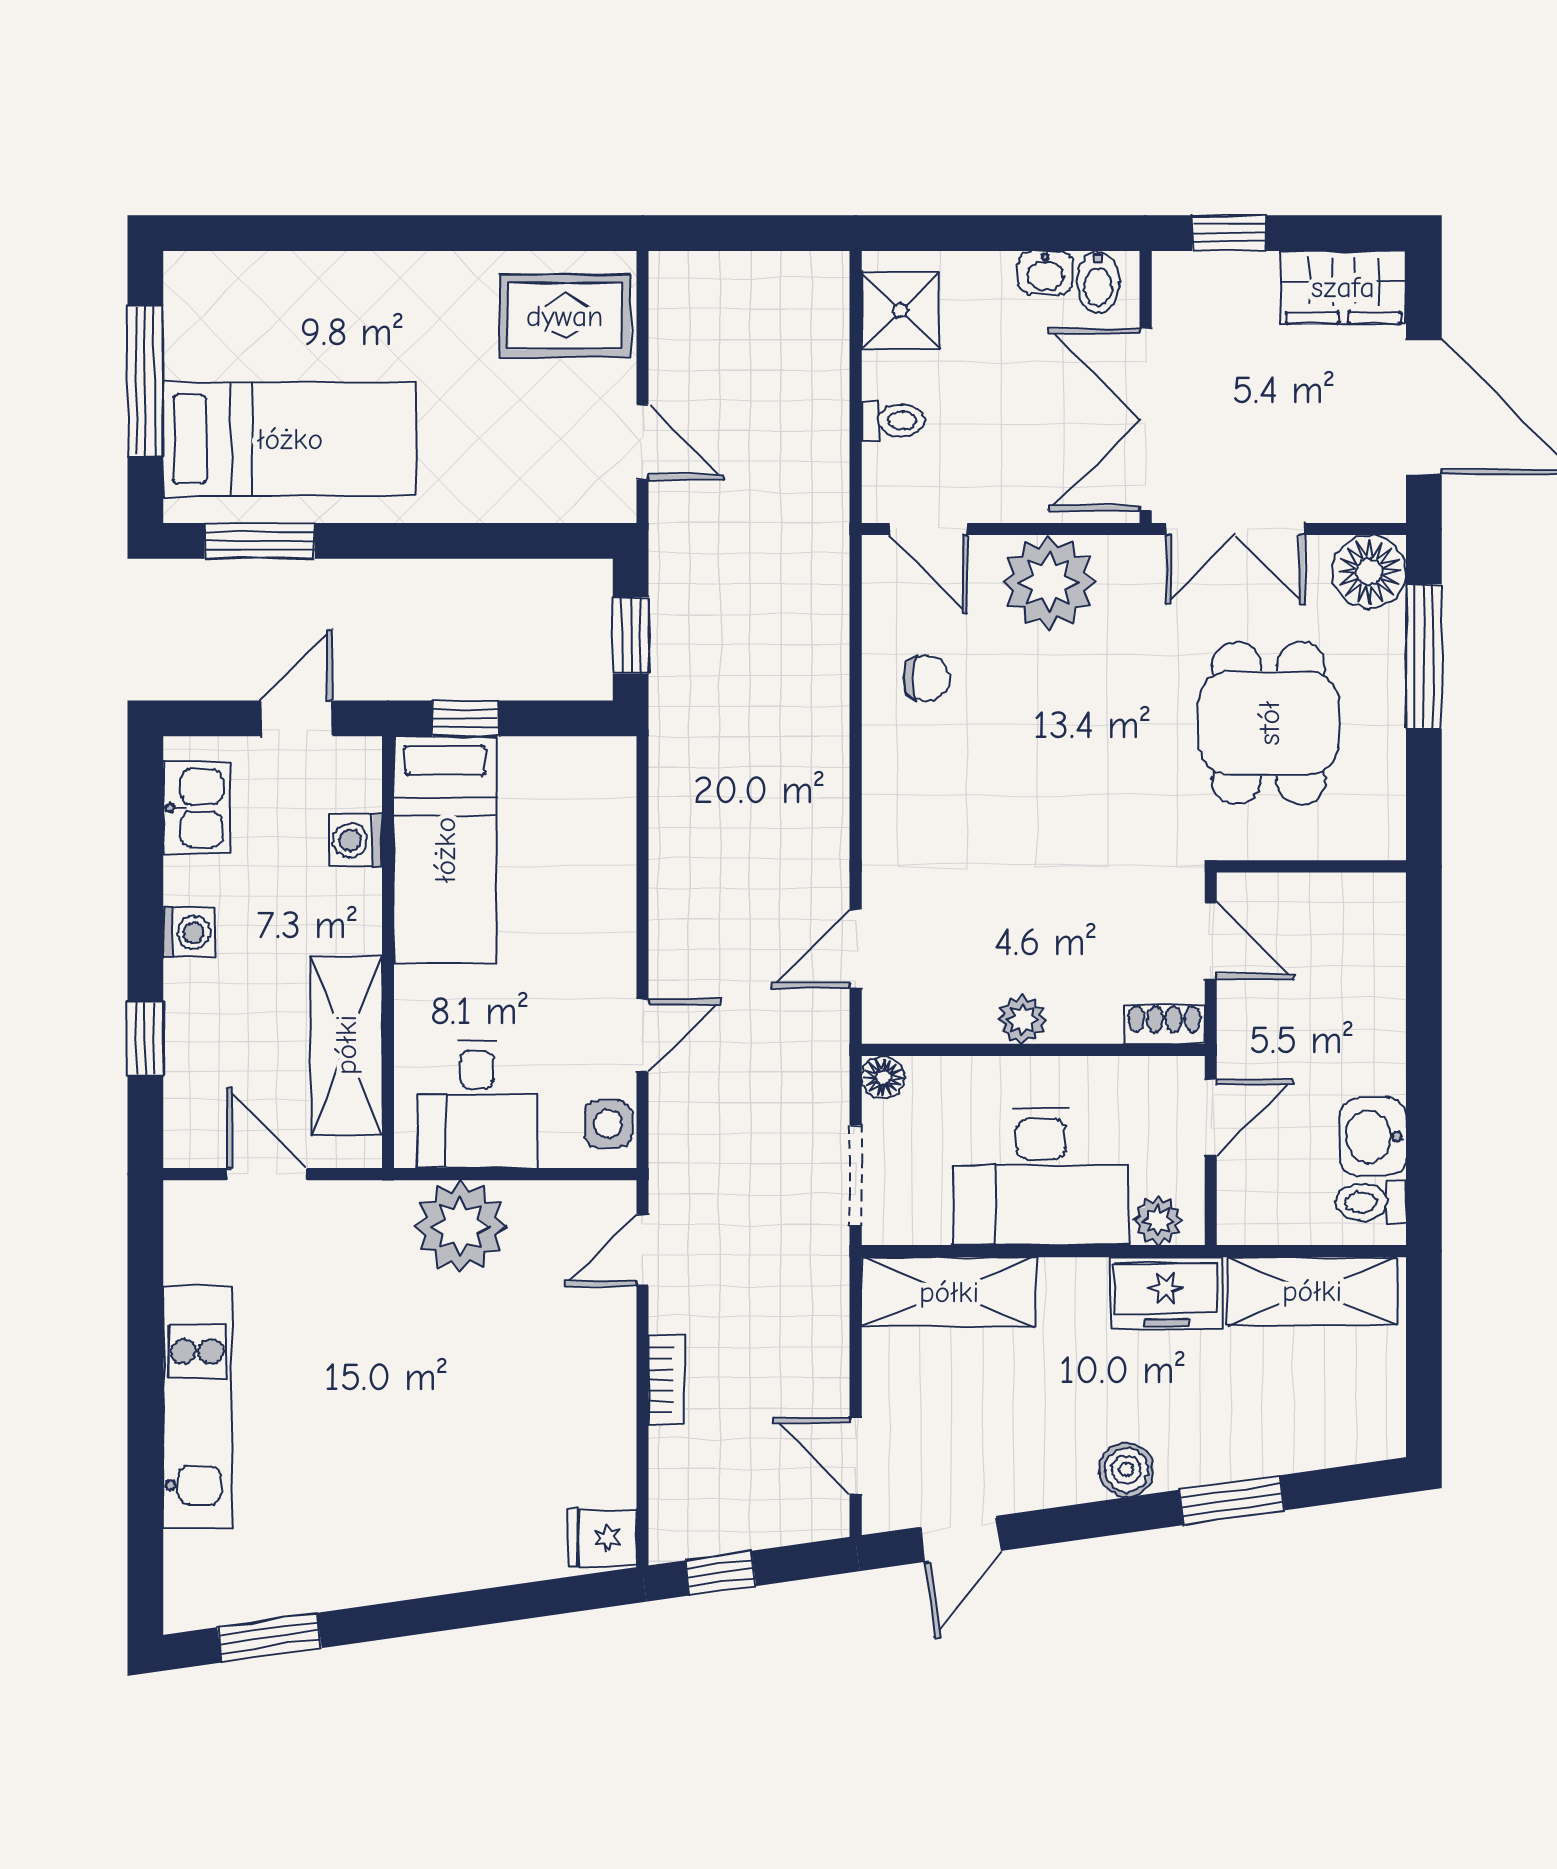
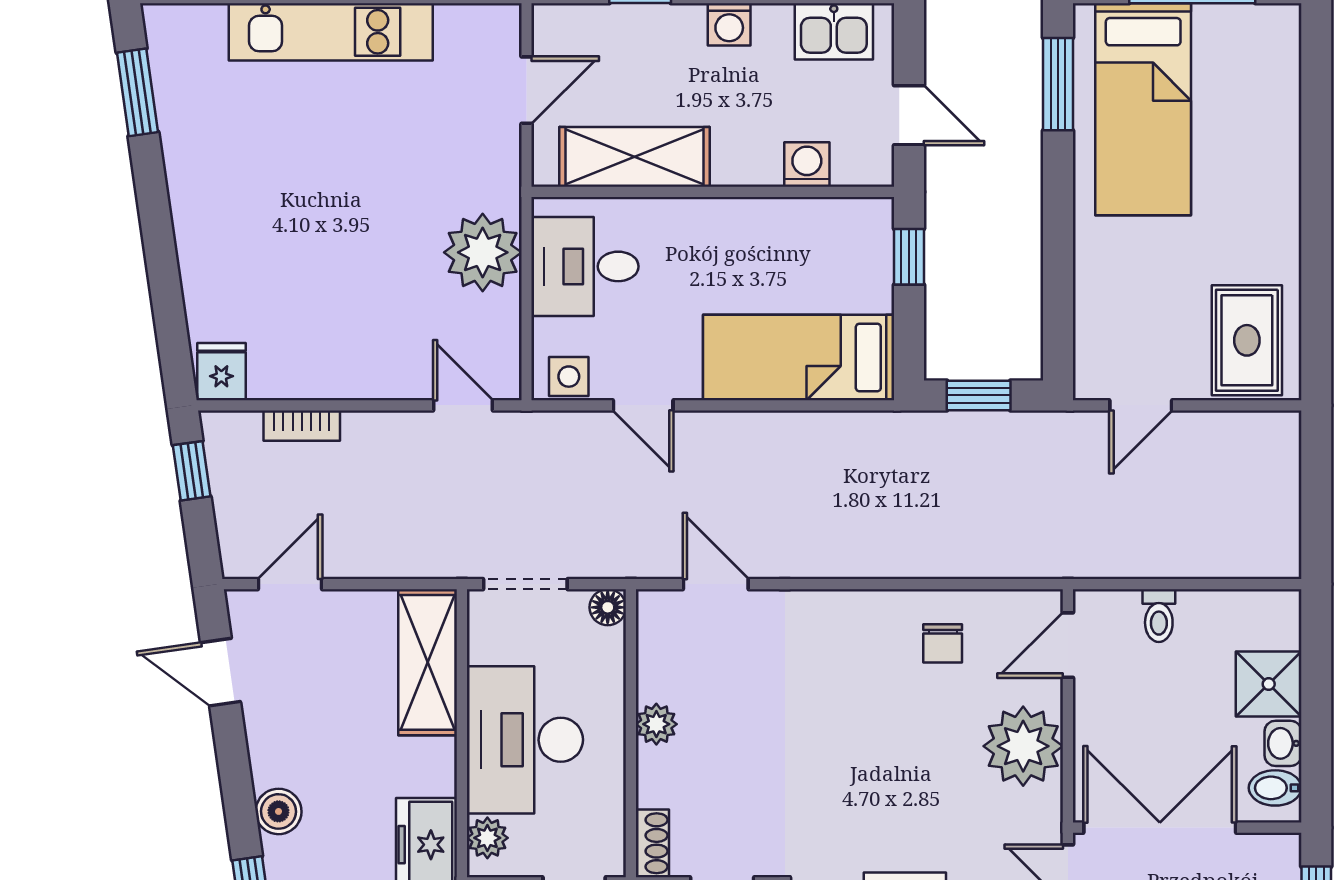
shower: (900, 310) -> (1269, 684), moved
bed: (445, 850) -> (799, 357), moved
bookcase: (667, 1380) -> (302, 426), moved

